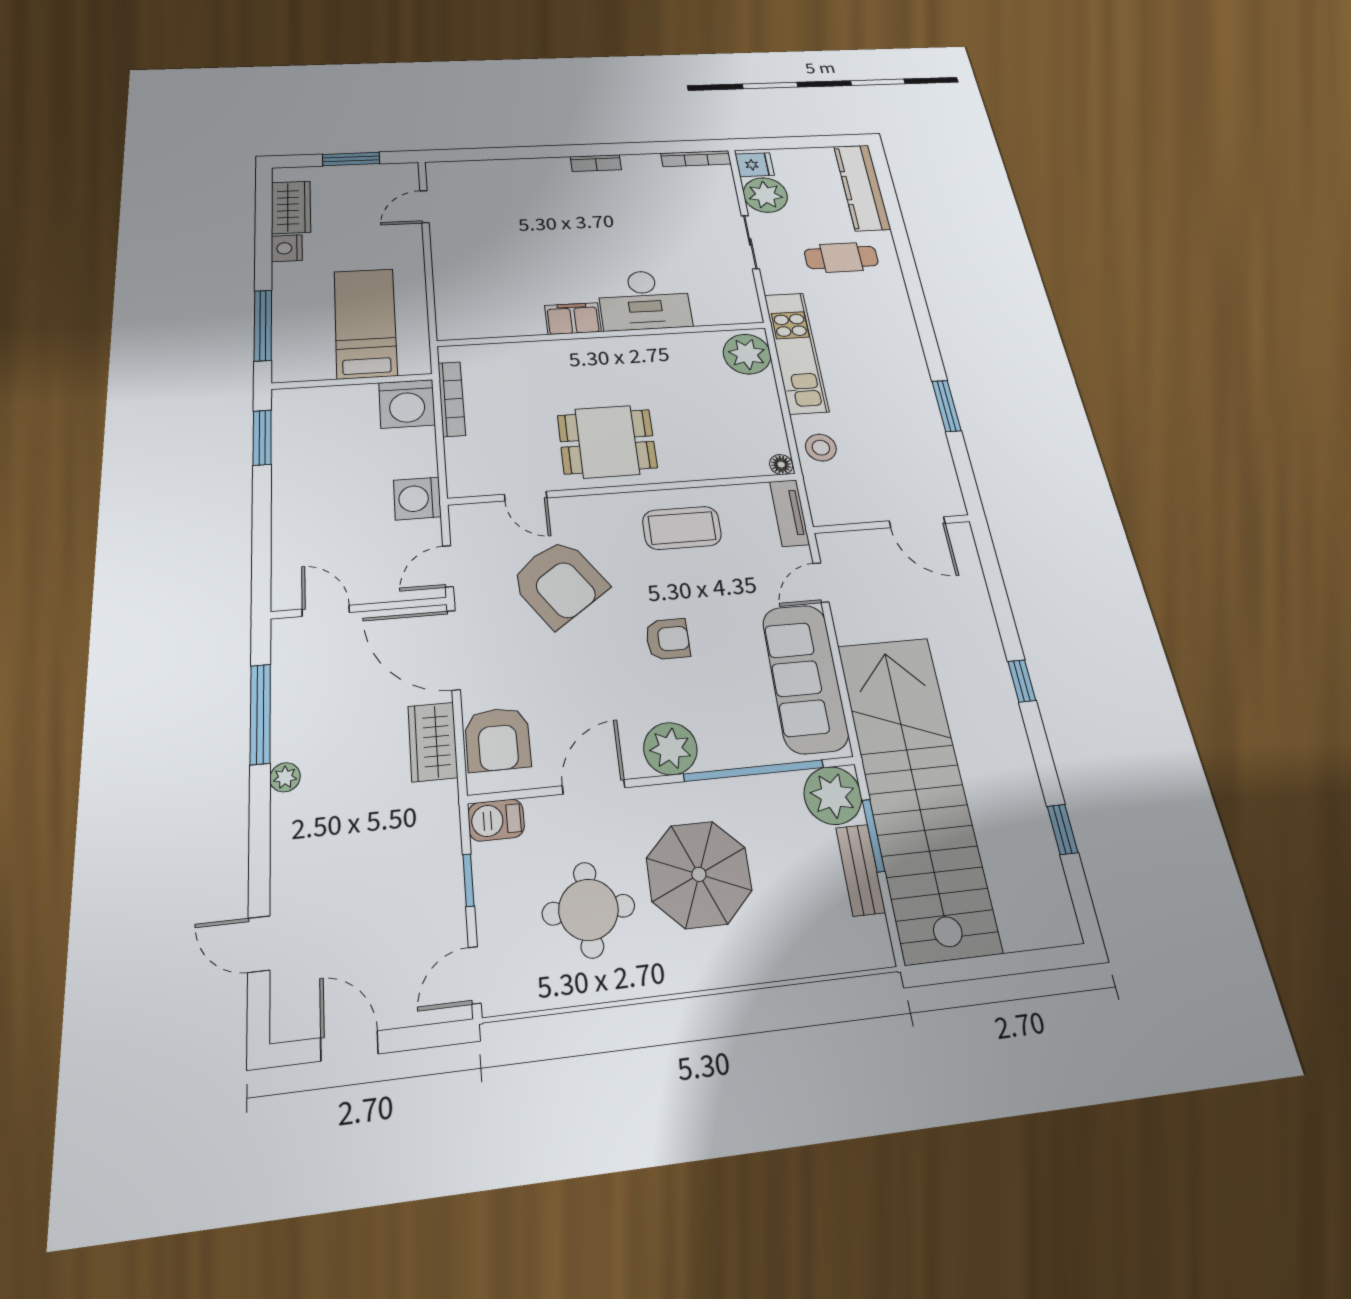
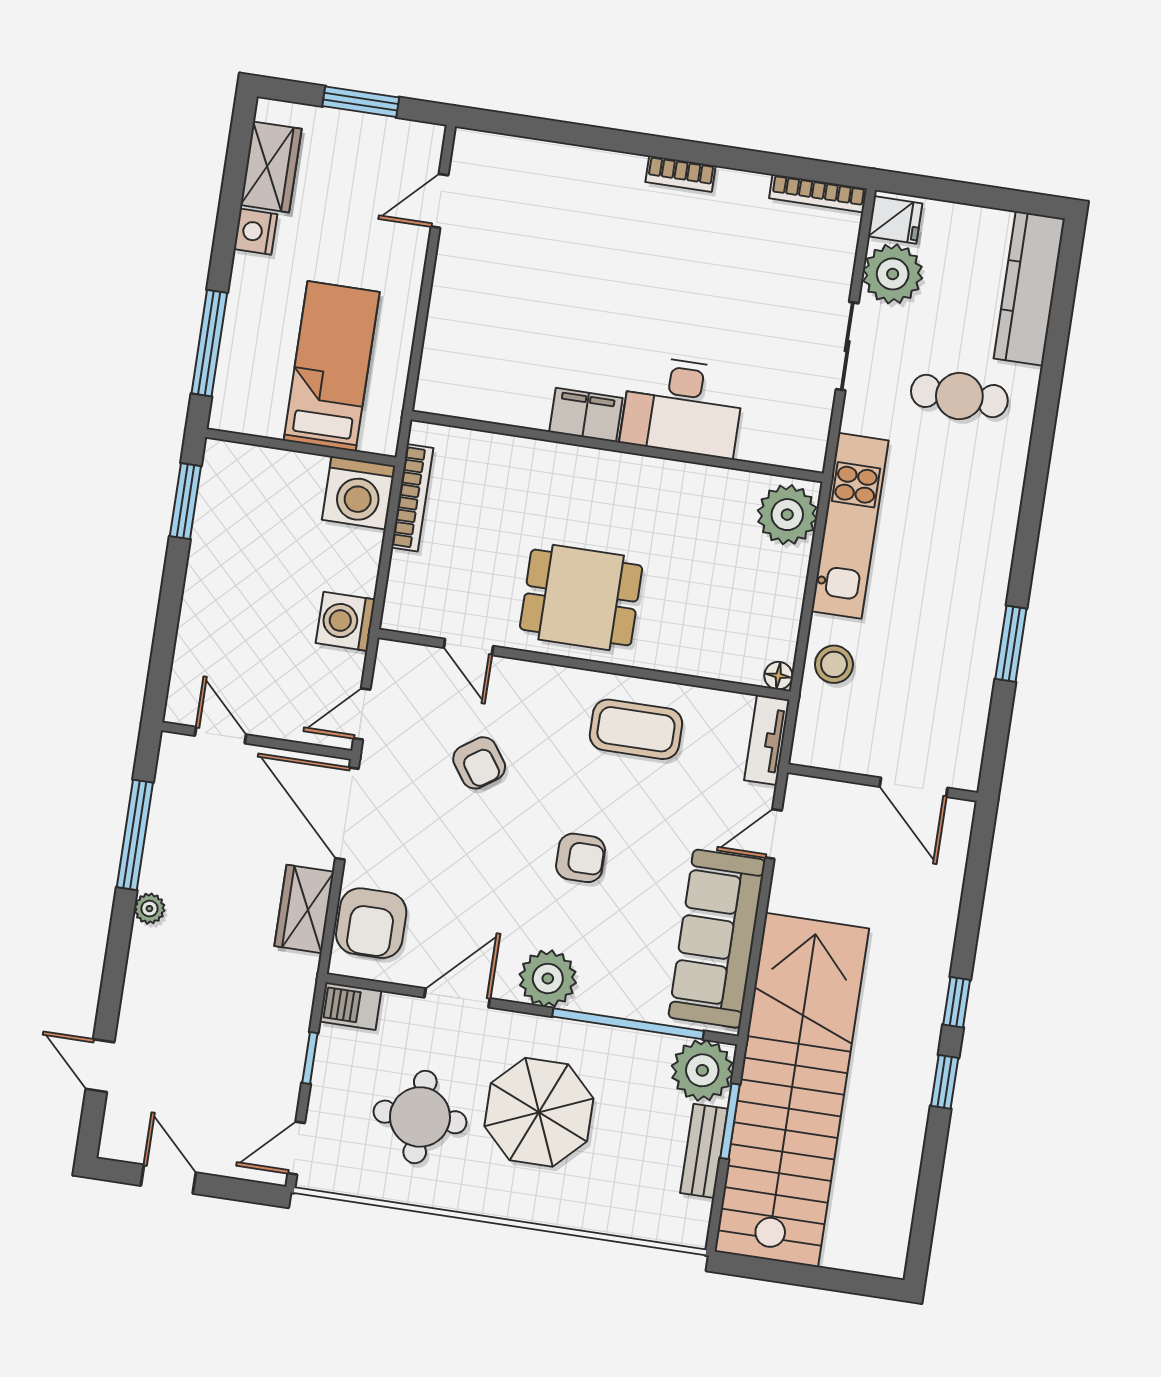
armchair: (559, 583) -> (479, 763), width x0.53, depth x0.53
window: (1063, 829) -> (945, 1082), moved

